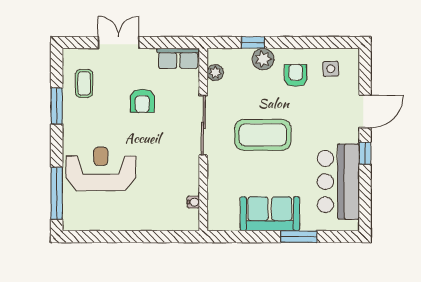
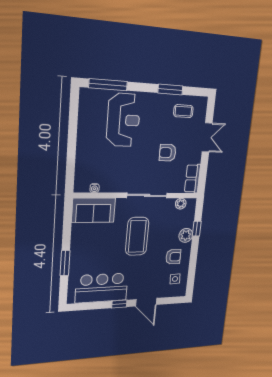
sofa: (270, 214) -> (94, 210), moved, turned 90

